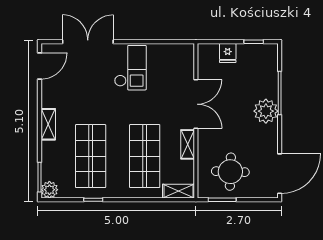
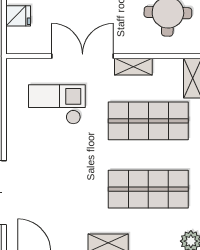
checkout: (130, 68) -> (57, 104), moved

